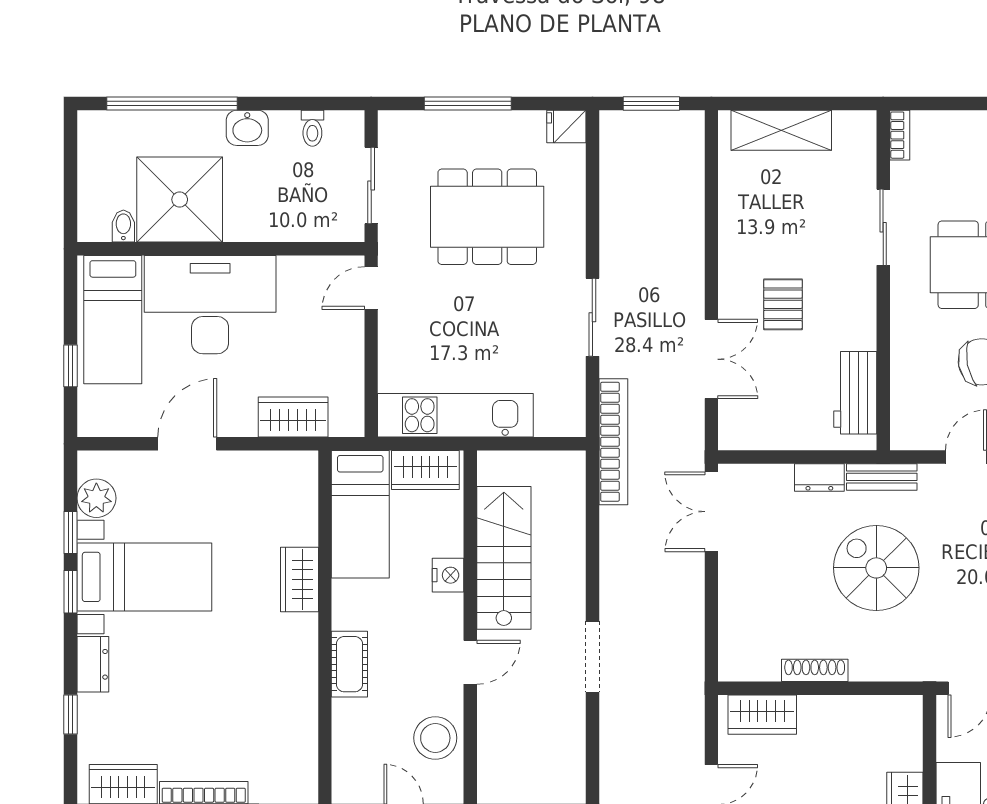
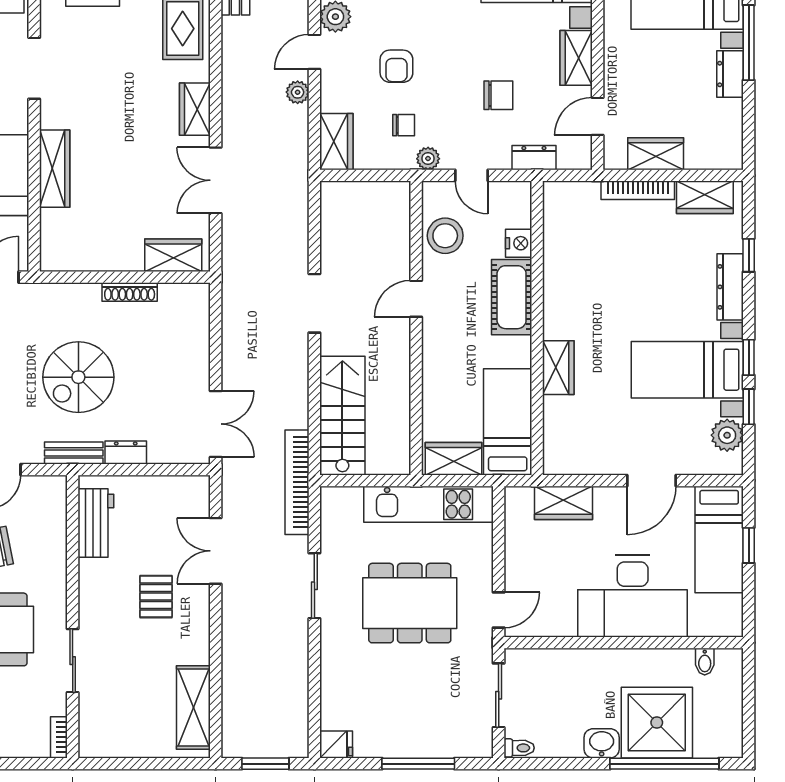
toilet: (312, 128) -> (519, 748), moved, turned 90
shelving: (781, 130) -> (193, 708), moved, turned 90
shower: (180, 200) -> (657, 723), moved
dining table: (487, 217) -> (410, 603), moved
bed: (113, 320) -> (719, 539), moved, turned 180
stairs: (504, 558) -> (342, 416), moved, turned 180
spiral stairs: (876, 568) -> (78, 377), turned 90
nightstand: (448, 575) -> (519, 243), moved, turned 180
dresser: (93, 664) -> (730, 287), width x1.44
cot: (349, 664) -> (512, 297), width x1.37, depth x1.34

